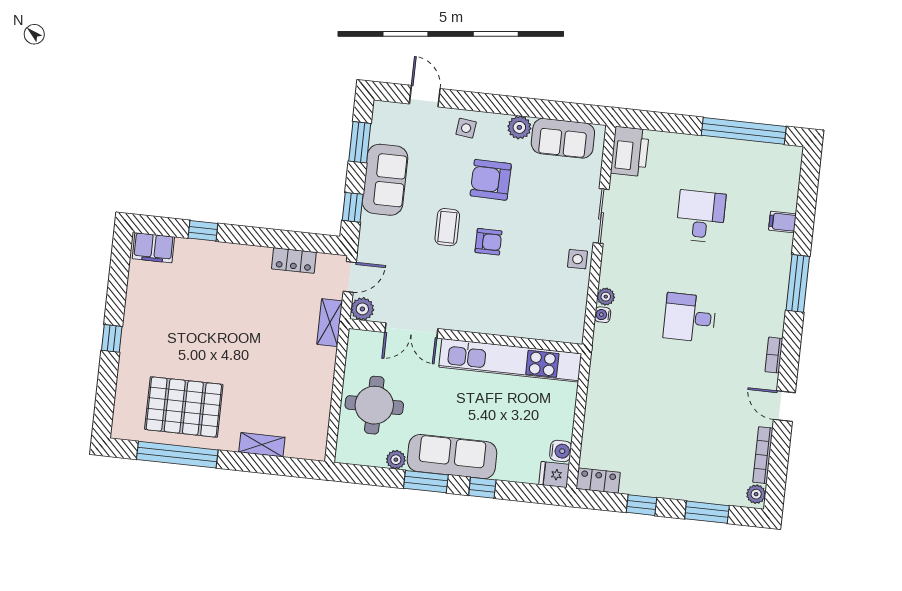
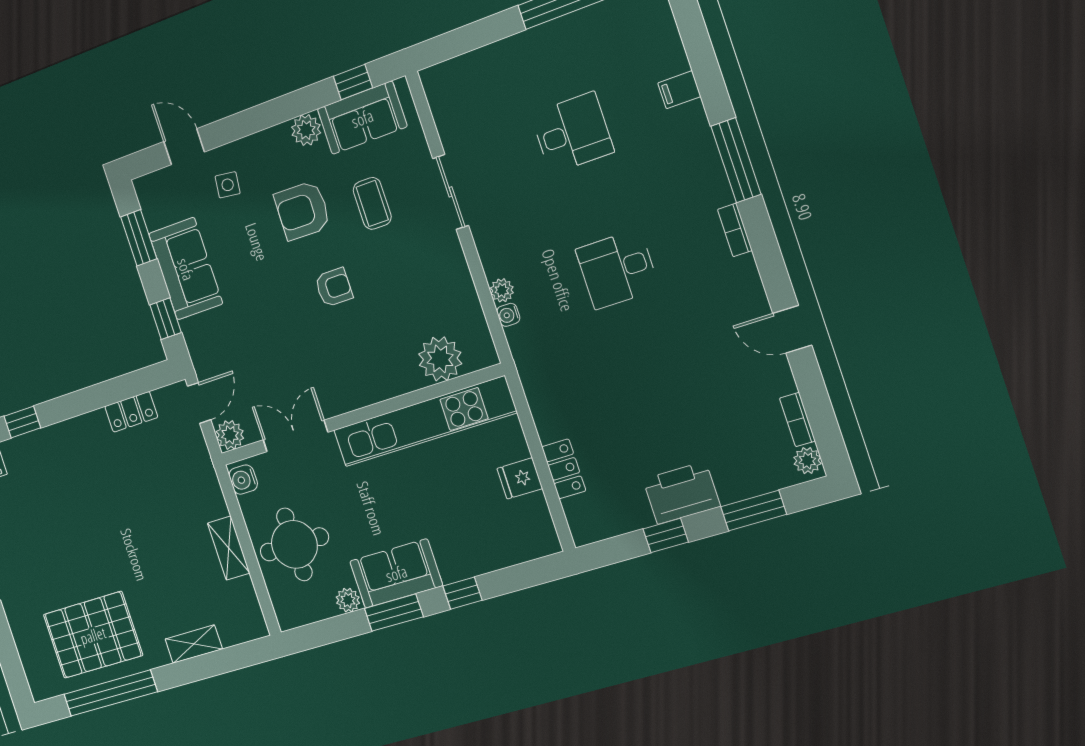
window: (568, 112) -> (353, 82), added
side table: (466, 128) -> (228, 185), moved
printer: (630, 152) -> (681, 493), moved, turned -90
desk: (701, 216) -> (572, 133), turned 90
coffee table: (447, 227) -> (372, 203), moved
side table: (578, 259) -> (447, 259), removed
shelving: (330, 323) -> (229, 548), moved
plant: (541, 323) -> (440, 359), added
double door: (411, 330) -> (295, 436), swing flipped
bookcase: (774, 355) -> (735, 230), moved
water cooler: (561, 451) -> (243, 480), moved, turned 180
bookcase: (763, 455) -> (797, 420), width x0.64
sofa: (452, 457) -> (396, 573), width x0.73
fridge: (554, 475) -> (520, 478), moved
locker: (598, 481) -> (564, 469), moved, turned 90

